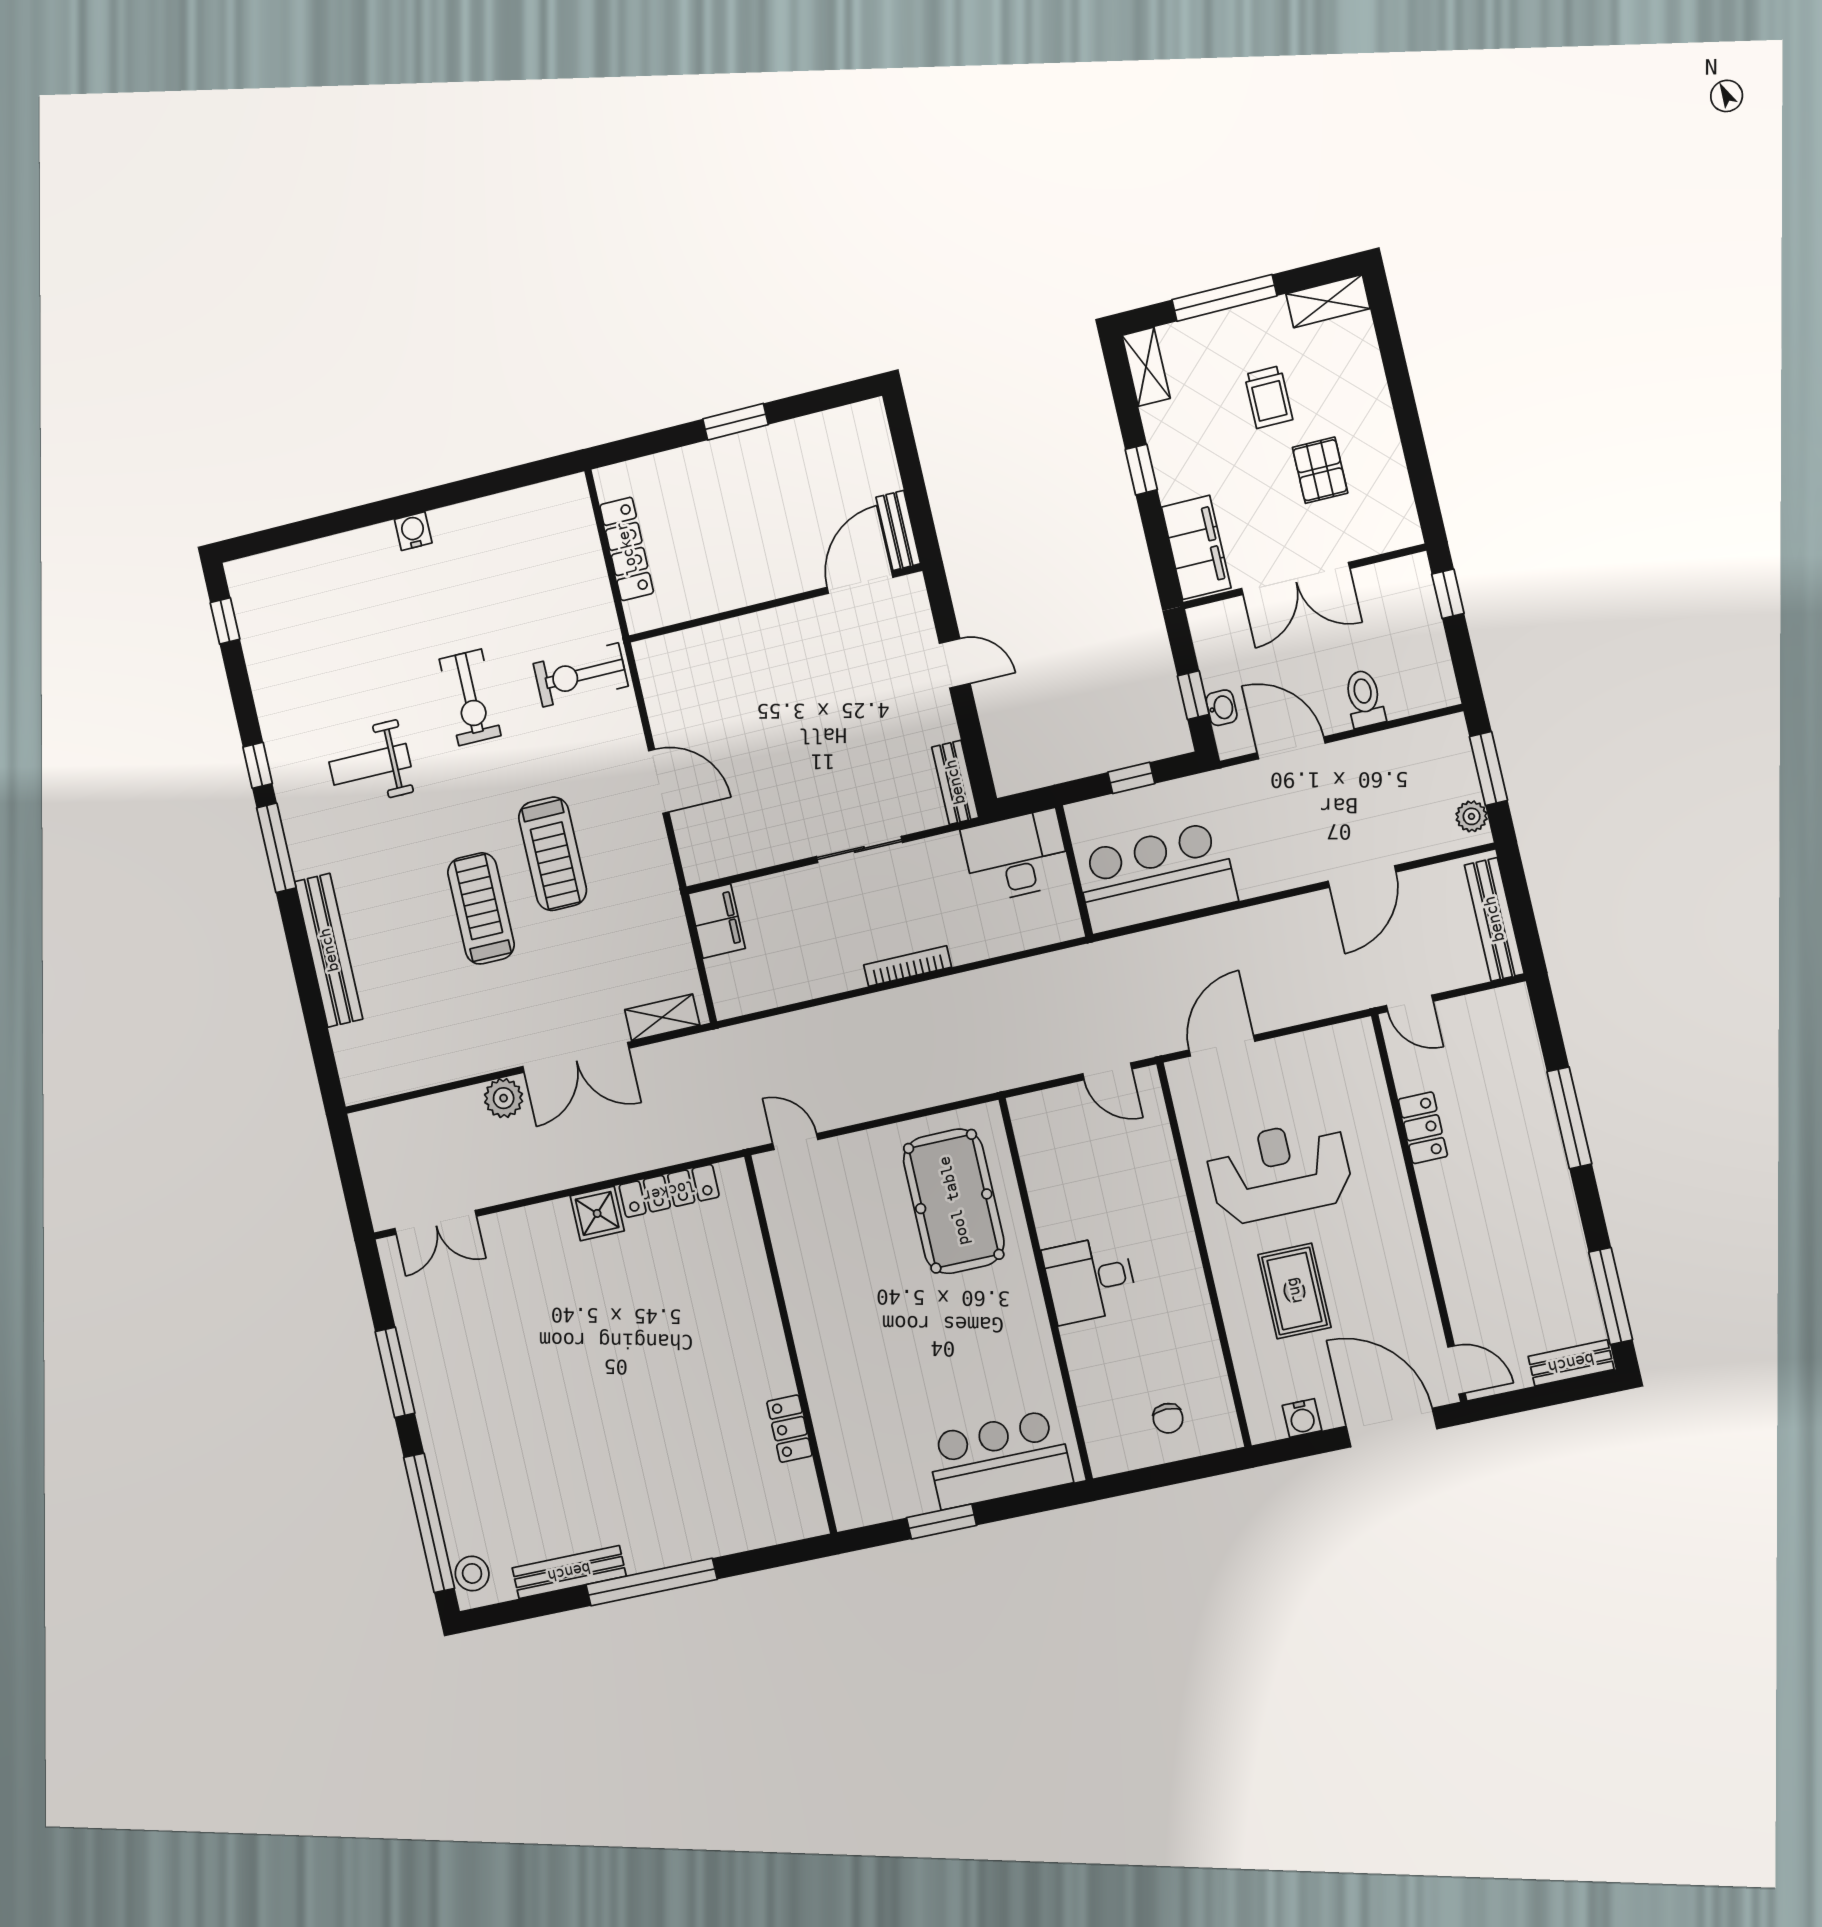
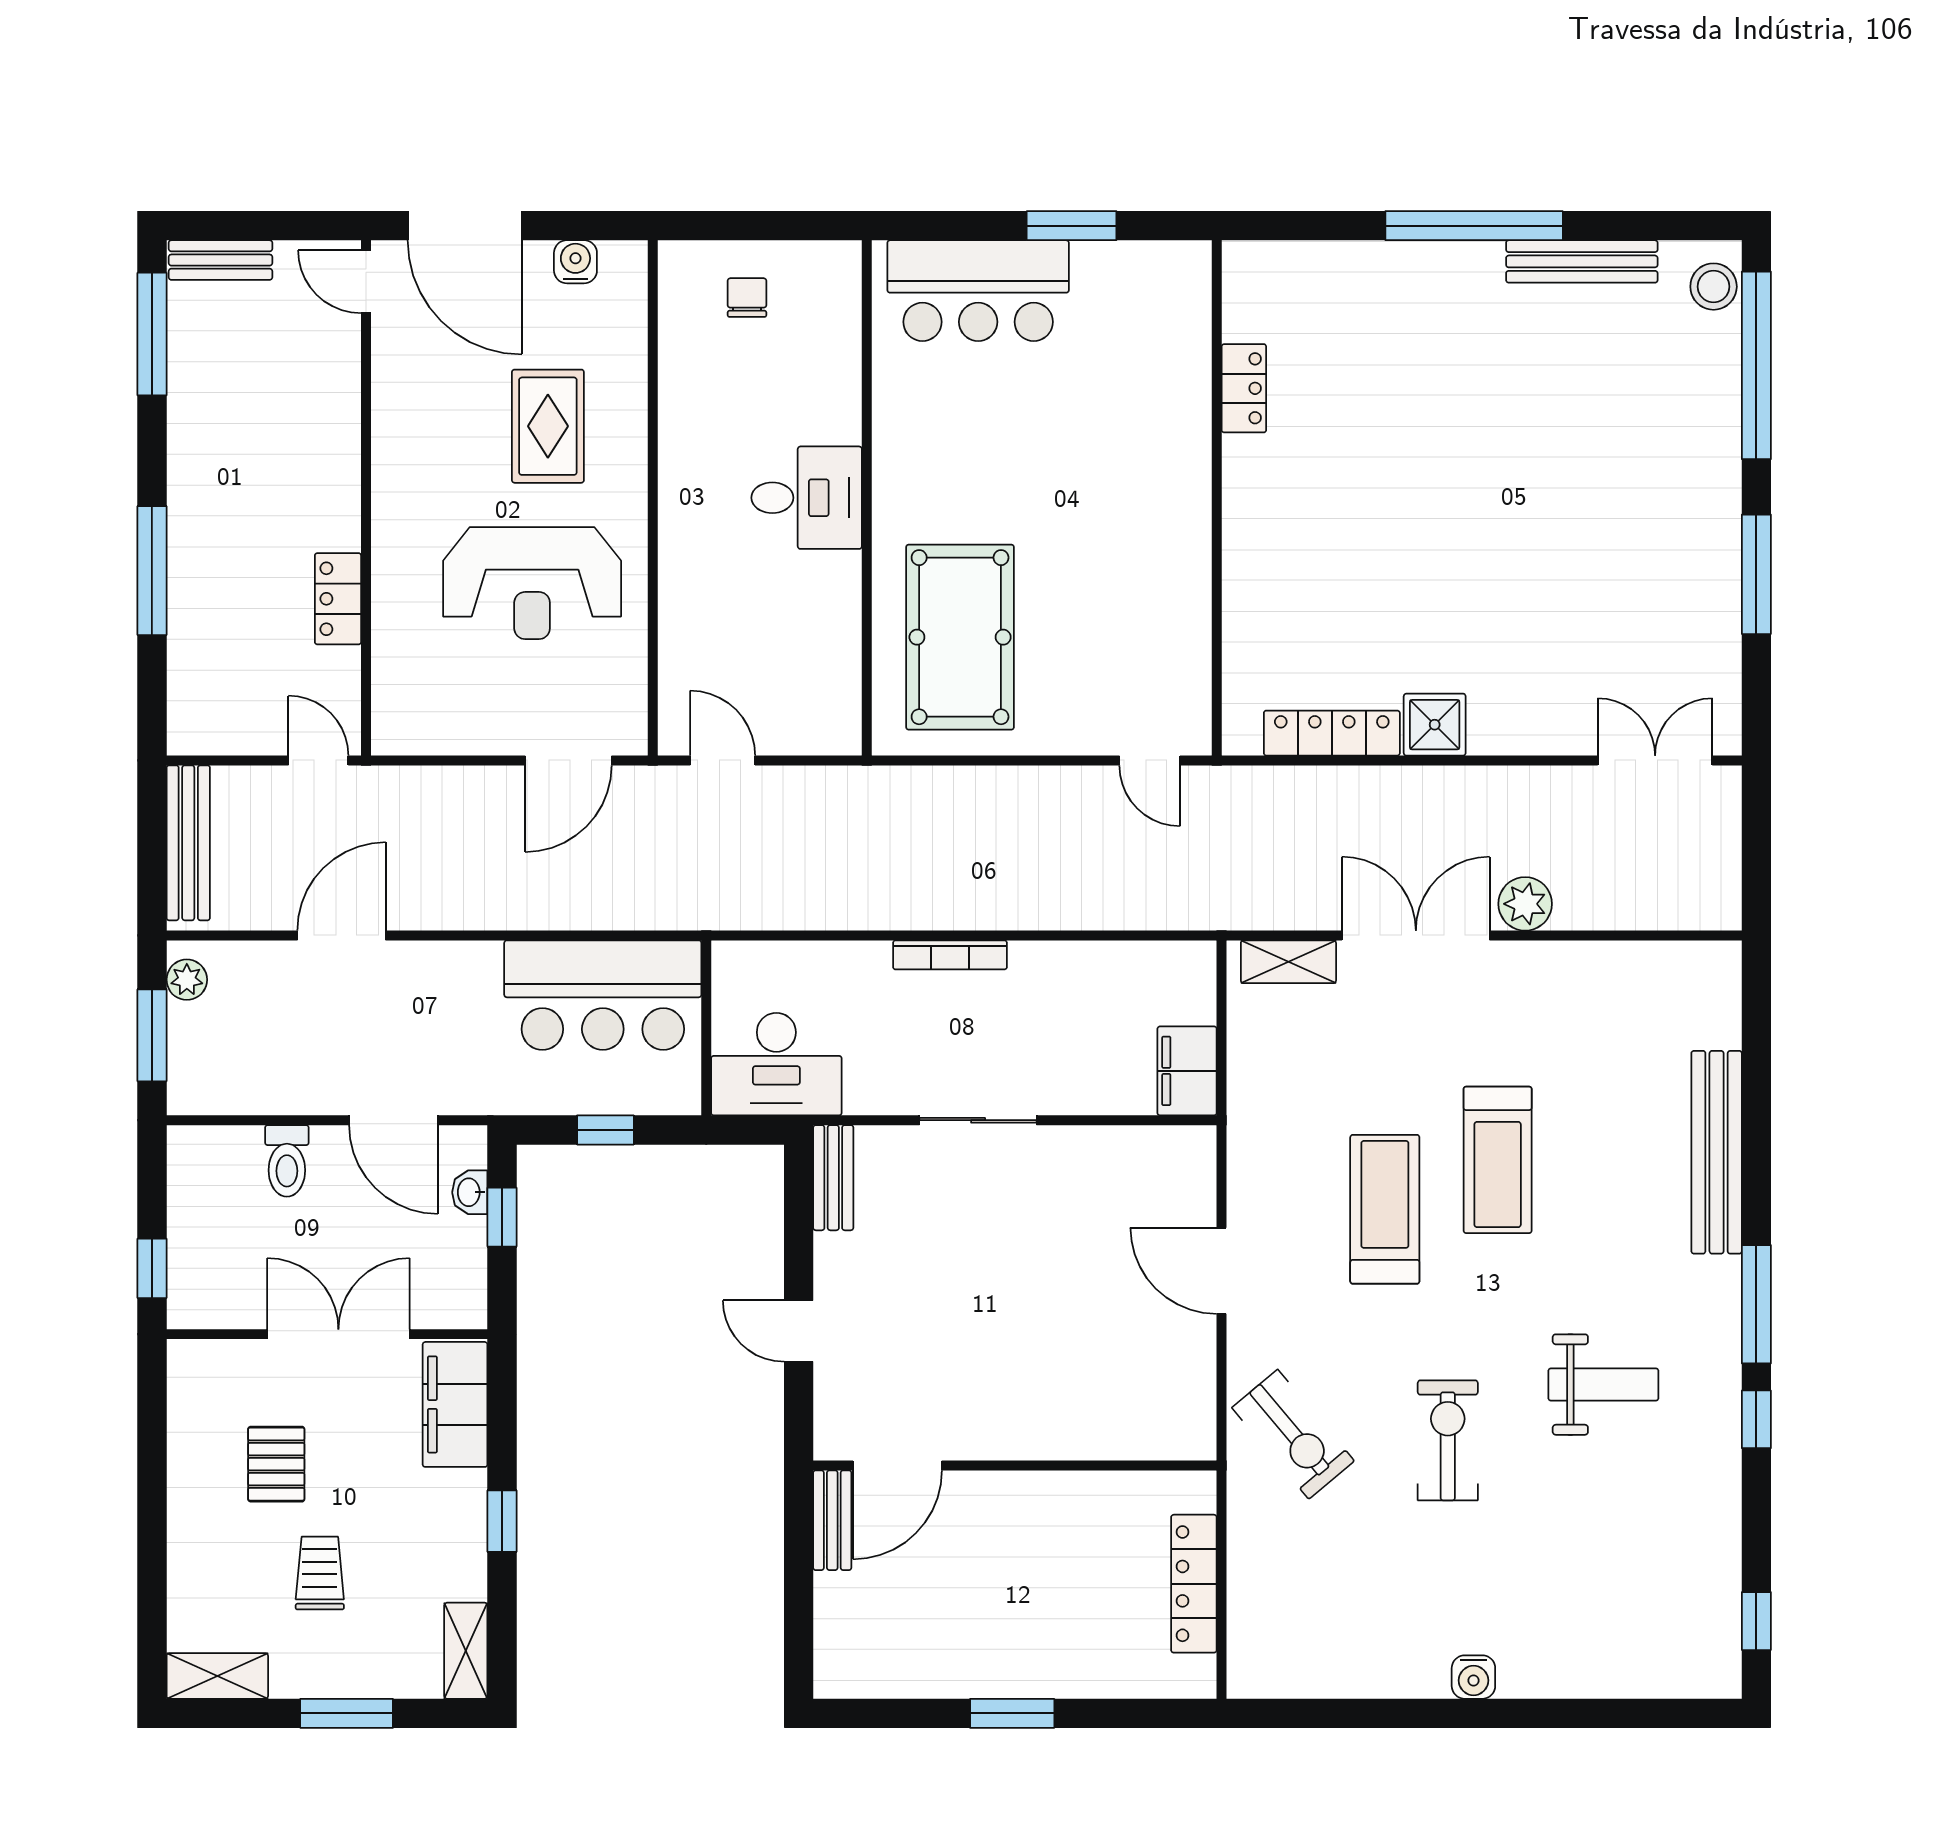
window: (1224, 298) -> (347, 1713), width x0.69
exercise bike: (581, 675) -> (1293, 1434), turned 50

